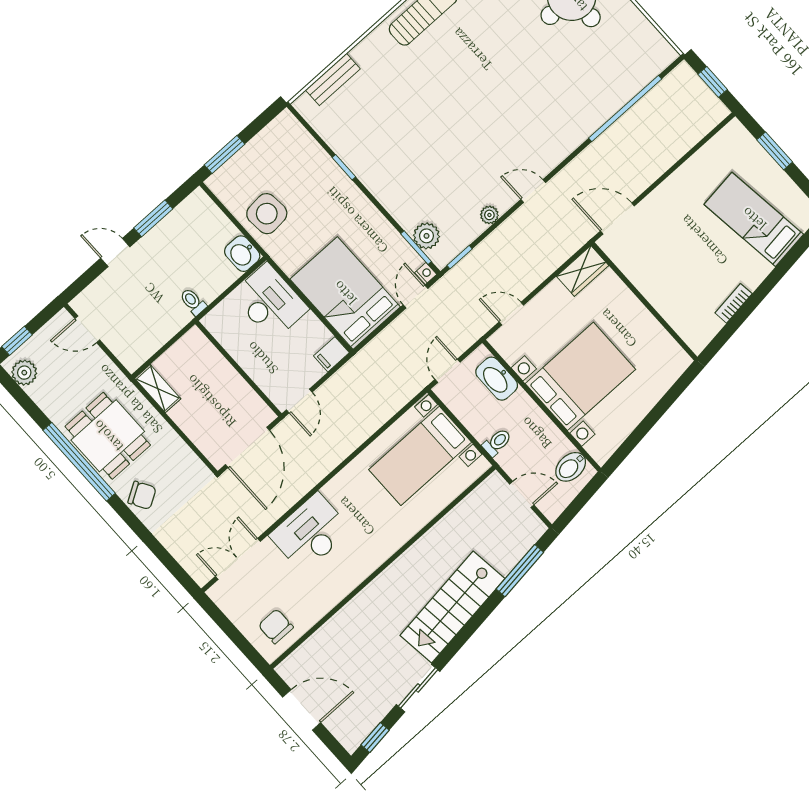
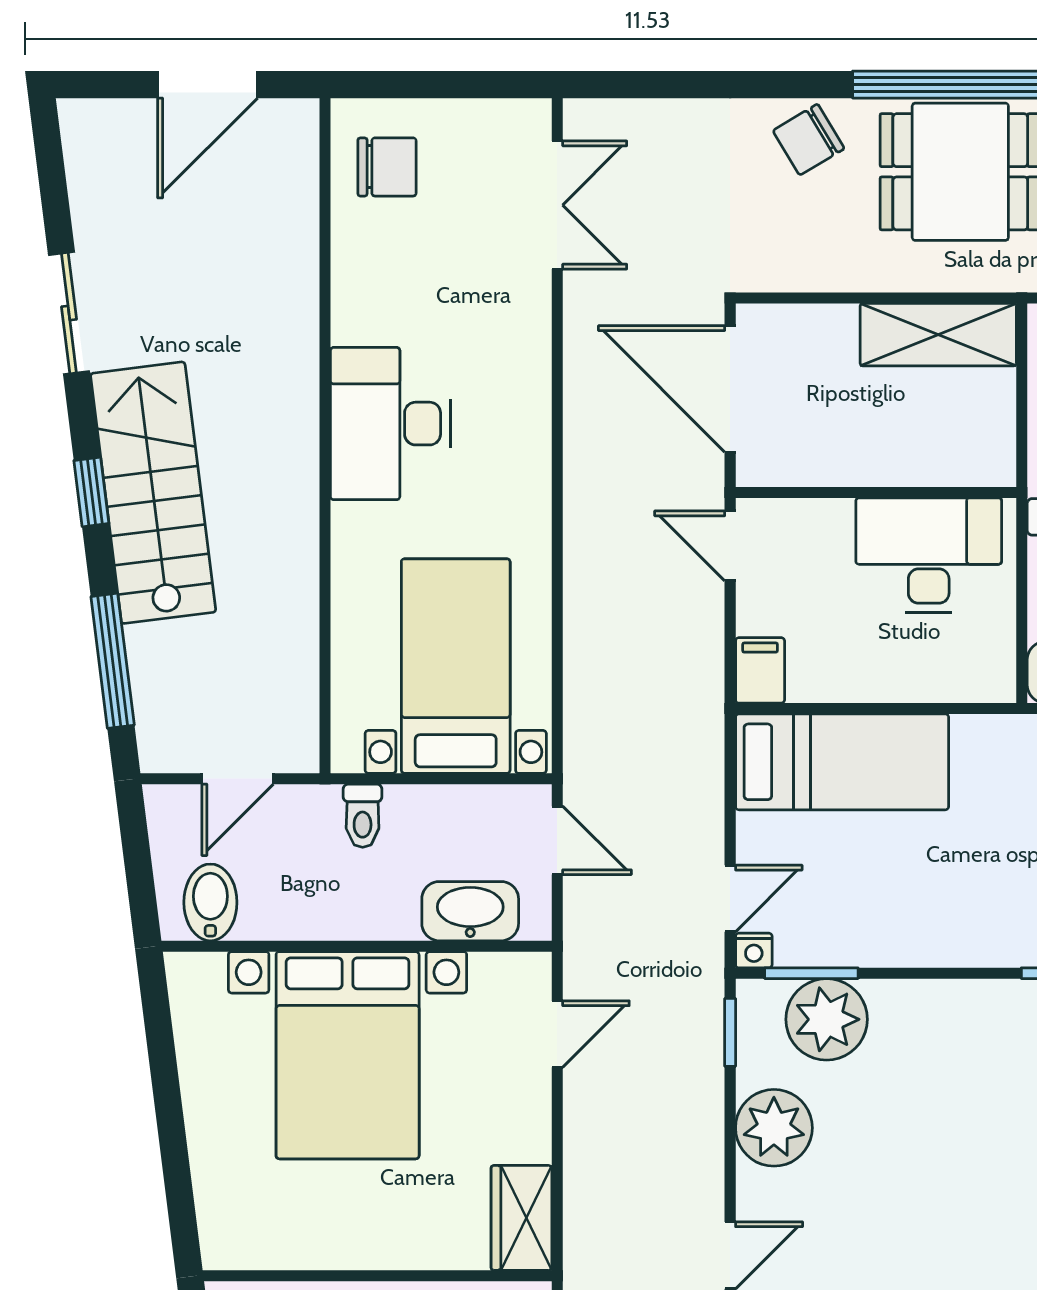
plant: (489, 215) -> (774, 1128), width x1.88, depth x1.88
plant: (426, 236) -> (827, 1019), width x1.36, depth x1.36
bed: (345, 293) -> (842, 762), width x0.67
door: (416, 297) -> (730, 899), hinge flipped
desk: (270, 302) -> (929, 555), moved, turned 180
shelving: (158, 389) -> (938, 335), width x1.50, depth x1.33
desk: (310, 533) -> (390, 424), moved, turned 180
window: (375, 737) -> (91, 492), moved

